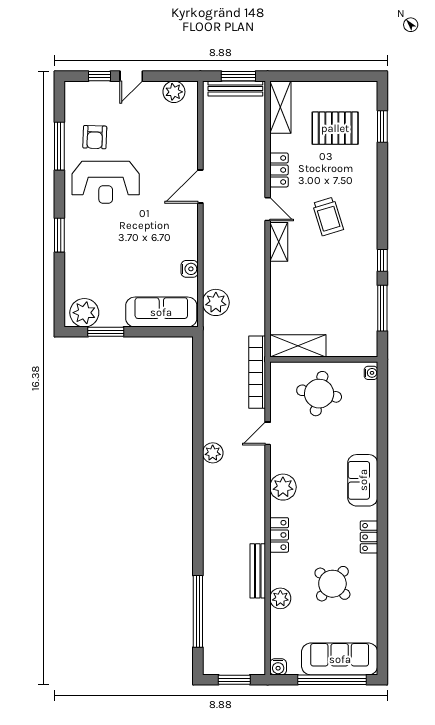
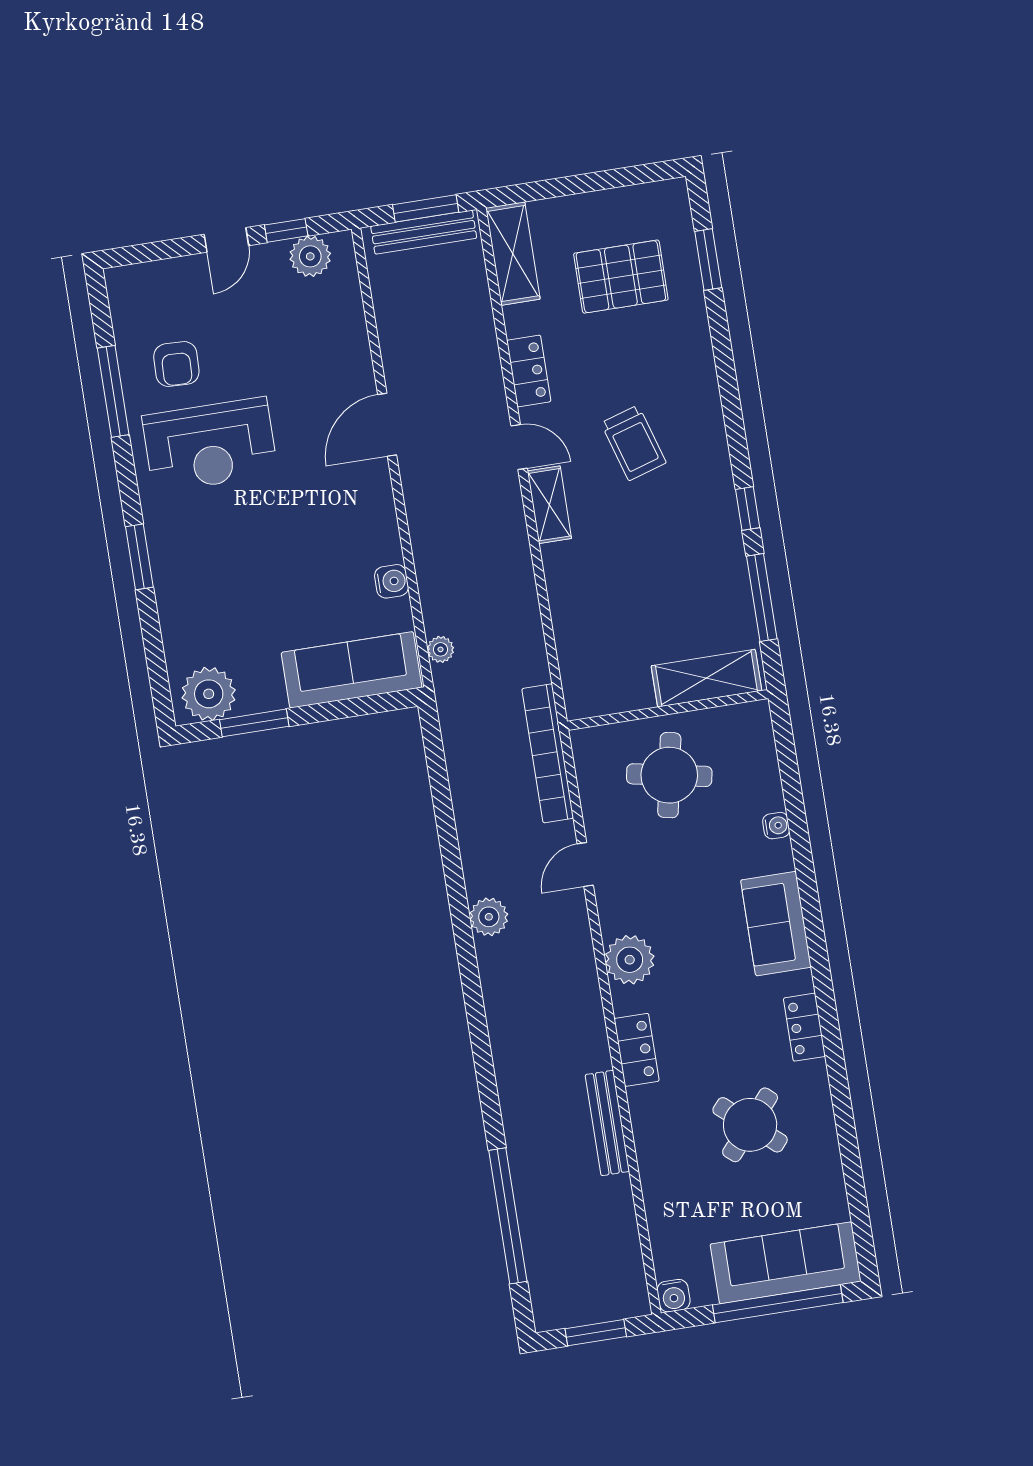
window: (99, 76) -> (286, 230), moved
plant: (216, 302) -> (441, 649), width x0.53, depth x0.53
shelving: (298, 346) -> (706, 678), moved
water cooler: (371, 373) -> (776, 826), moved
plant: (280, 598) -> (657, 1168), removed

